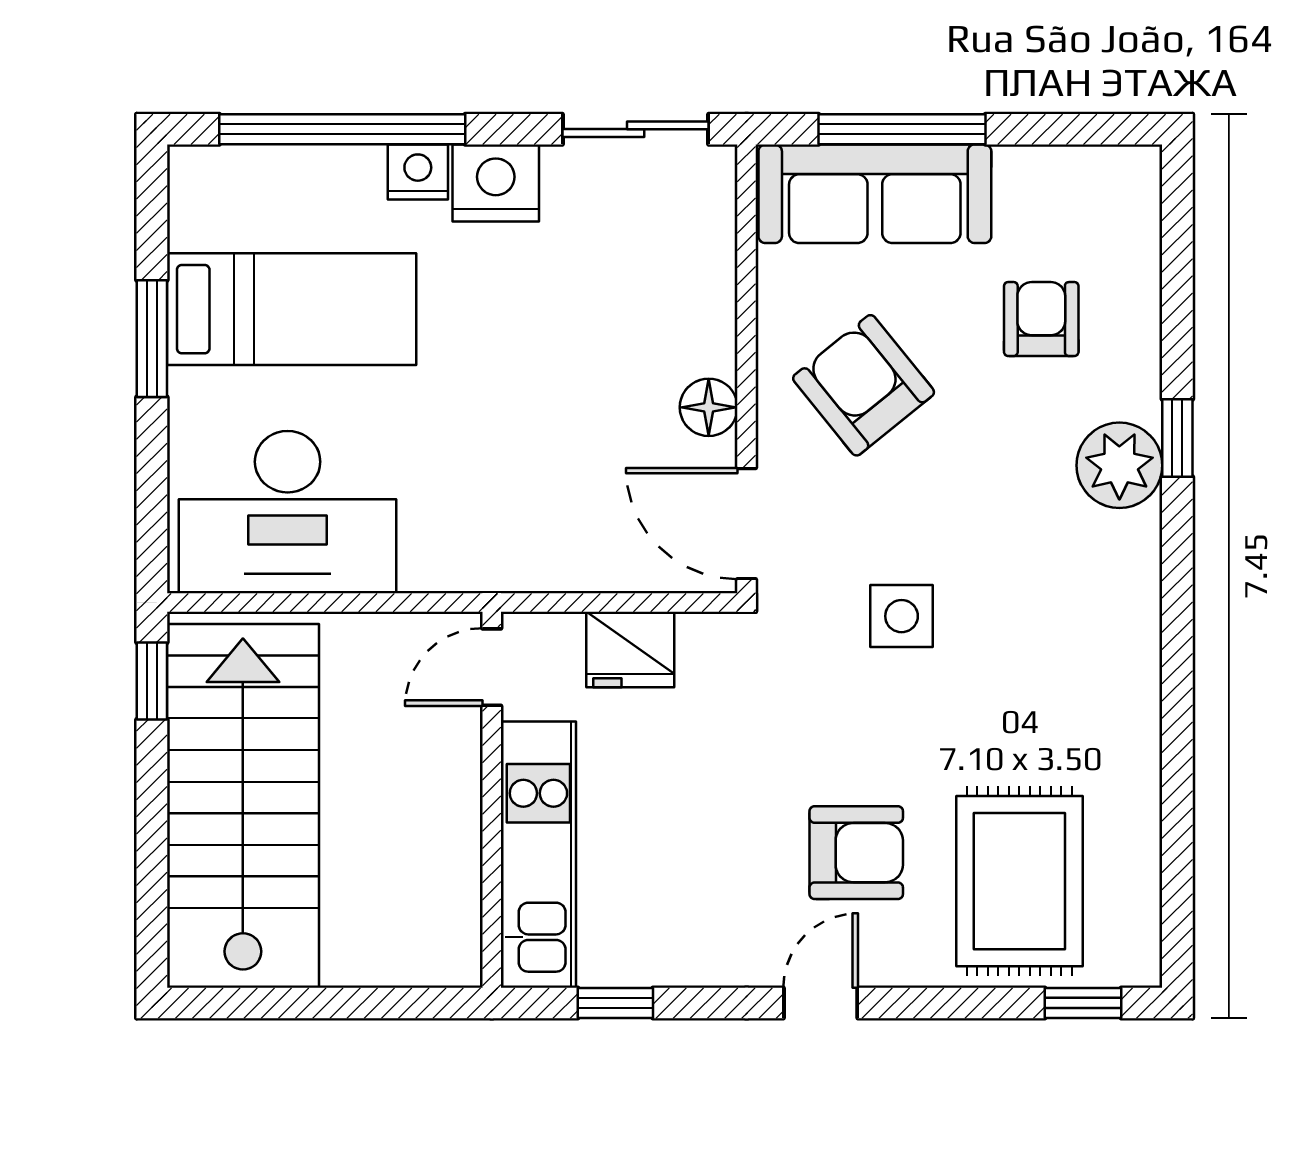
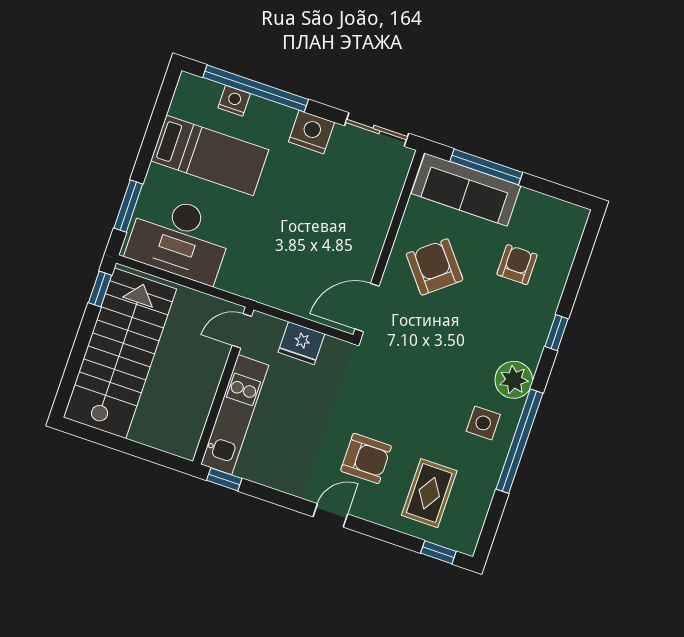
nightstand: (418, 172) -> (234, 101), moved
window: (152, 339) -> (128, 206), moved
floor lamp: (709, 407) -> (368, 254), removed
plant: (1119, 465) -> (514, 380), moved
door: (747, 524) -> (367, 308), hinge flipped
side table: (902, 616) -> (483, 423), moved
window: (1177, 701) -> (520, 441), added
rug: (1019, 881) -> (429, 493), width x0.73, depth x0.70
window: (615, 1003) -> (224, 479), moved

